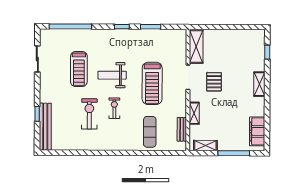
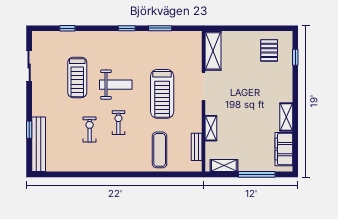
window: (70, 26) -> (67, 28), width x0.32
weight bench: (112, 75) -> (116, 85), turned 180
pallet: (214, 82) -> (269, 50), moved
shelving: (259, 84) -> (286, 117), moved
exercise bike: (89, 114) -> (90, 130), width x0.73, depth x0.72

